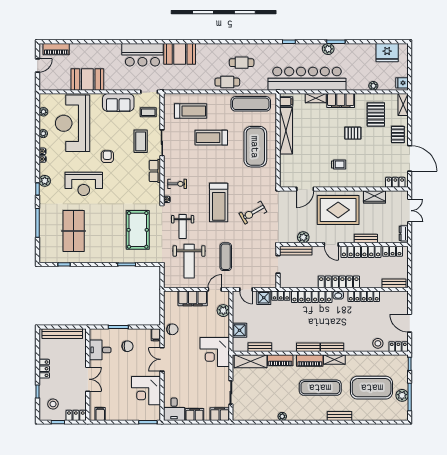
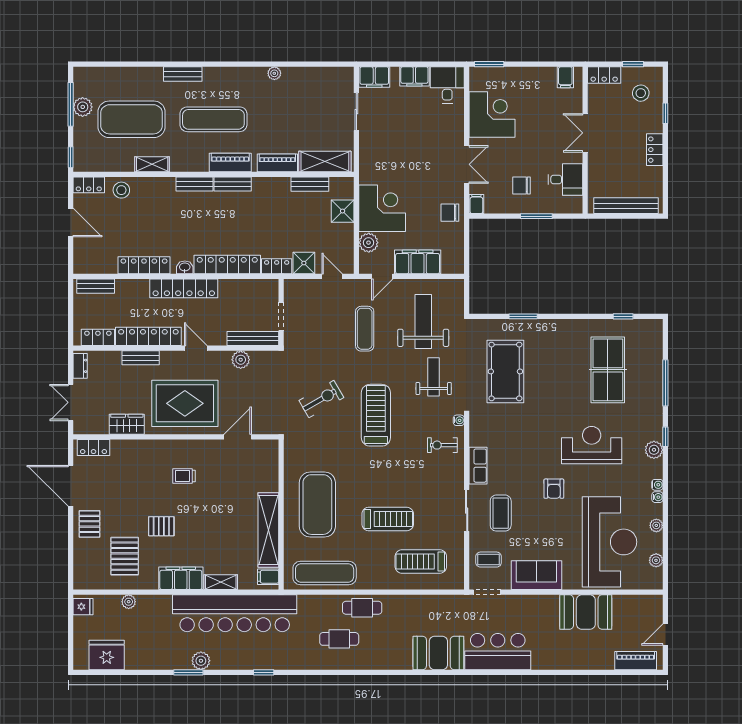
shelving: (403, 105) -> (81, 572), removed
corner desk: (215, 352) -> (382, 208), moved
shelving: (334, 360) -> (152, 164), moved

